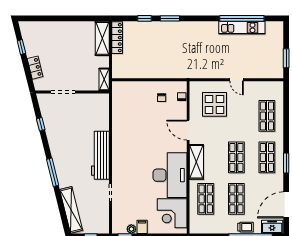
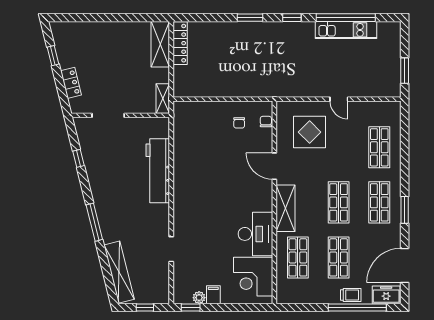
window: (145, 18) -> (292, 18), moved
workbench: (100, 155) -> (158, 171), moved
desk: (170, 175) -> (255, 234), width x0.73, depth x0.77

